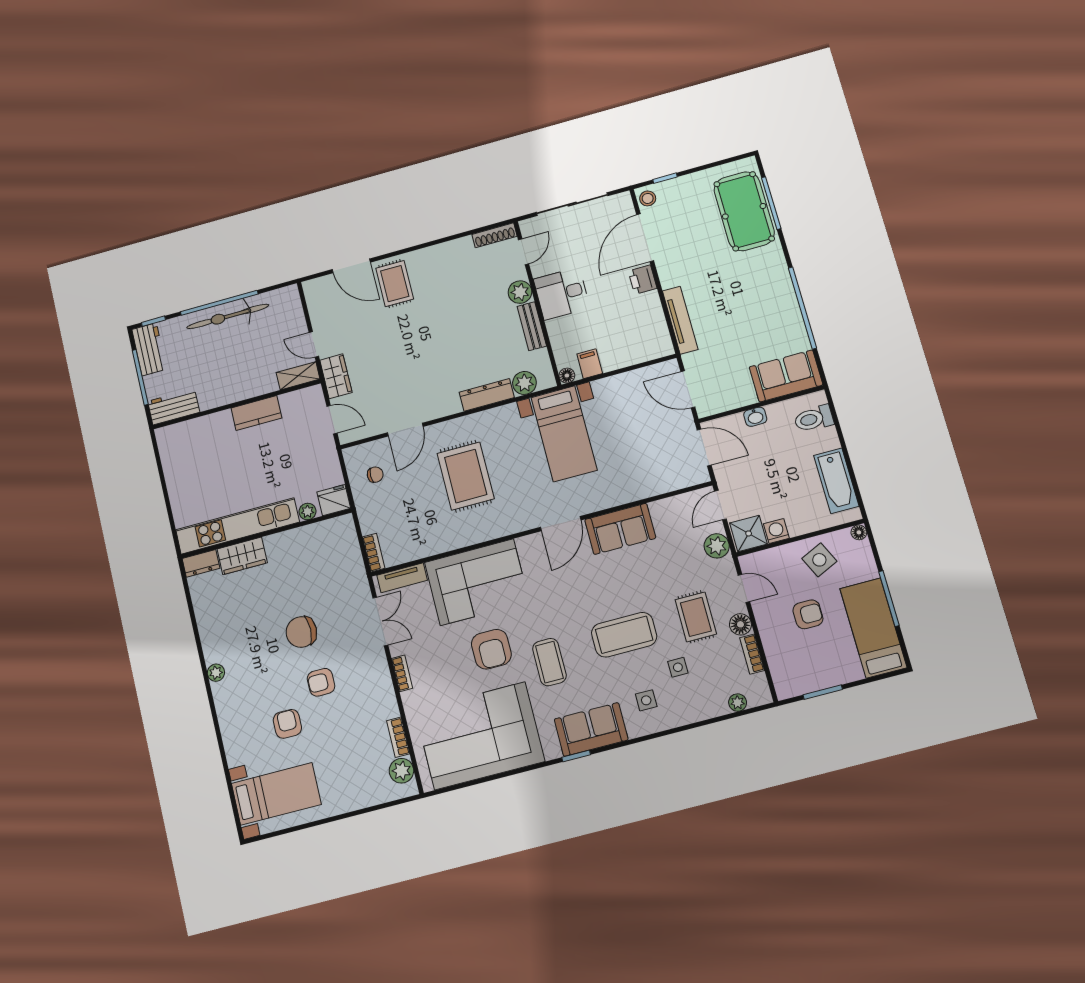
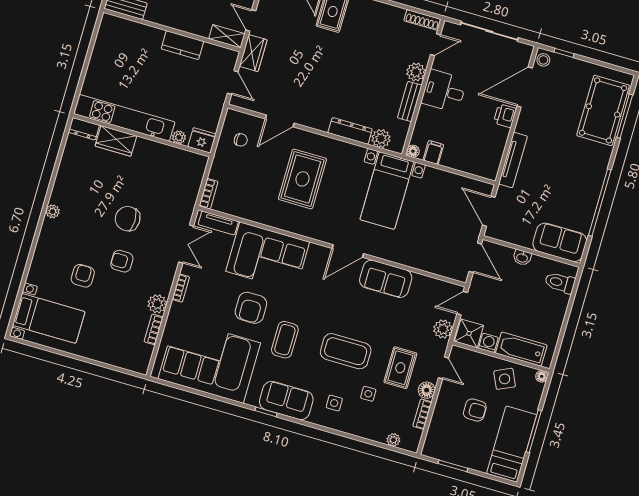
bathtub: (836, 481) -> (521, 349), moved, turned 90
plant: (401, 771) -> (157, 304), moved

